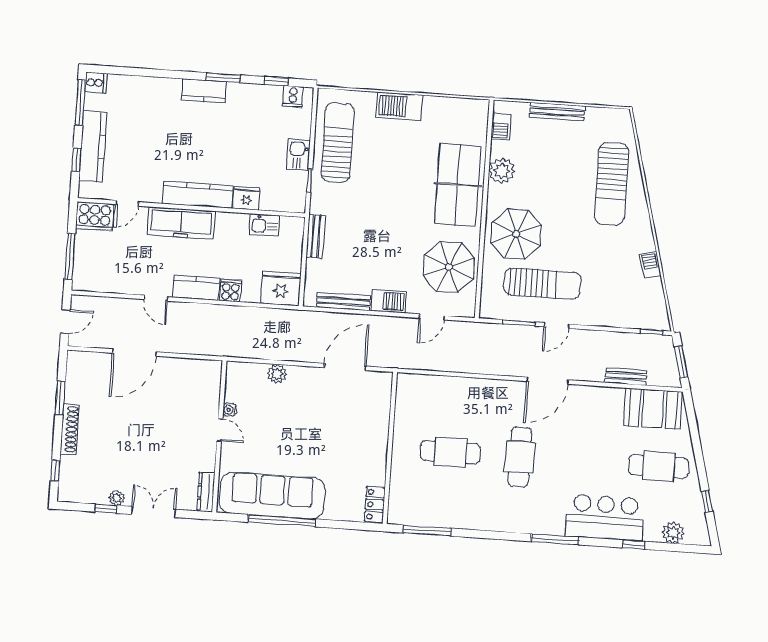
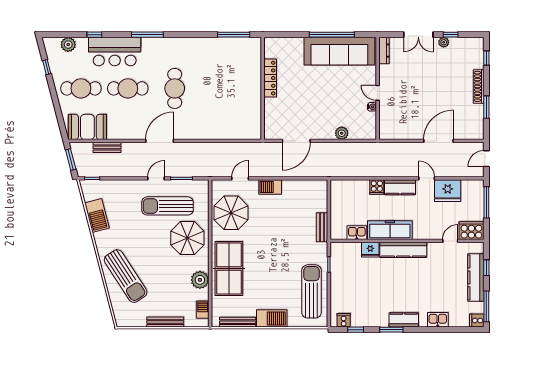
sun lounger: (338, 142) -> (311, 291), turned 180
kitchen sink: (298, 155) -> (438, 320), moved, turned -90
sun lounger: (612, 184) -> (126, 276), turned 147
freezer: (181, 223) -> (390, 230), moved
barbecue: (650, 265) -> (97, 216), width x1.88, depth x1.53
fridge: (281, 288) -> (448, 191), moved
bench: (343, 302) -> (238, 322), moved
cafe table: (450, 452) -> (128, 88), moved
locker: (375, 505) -> (270, 78), moved, width x1.53

